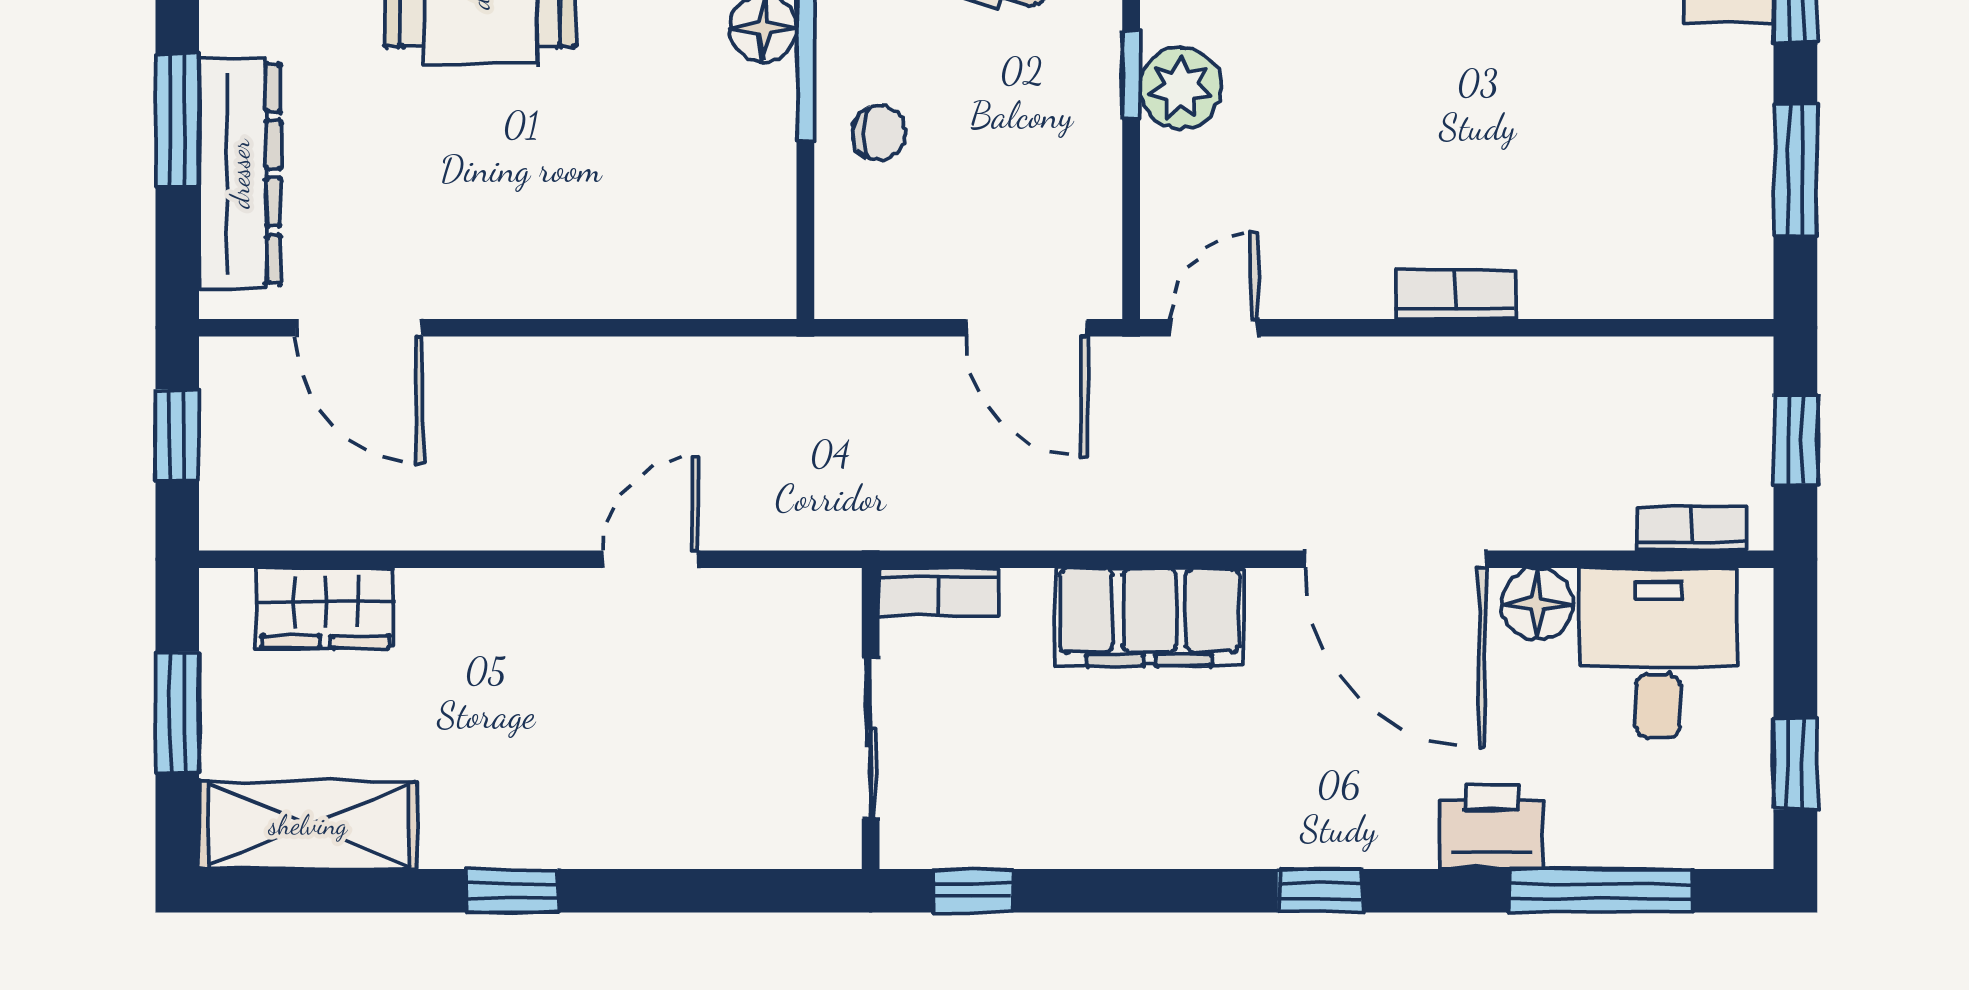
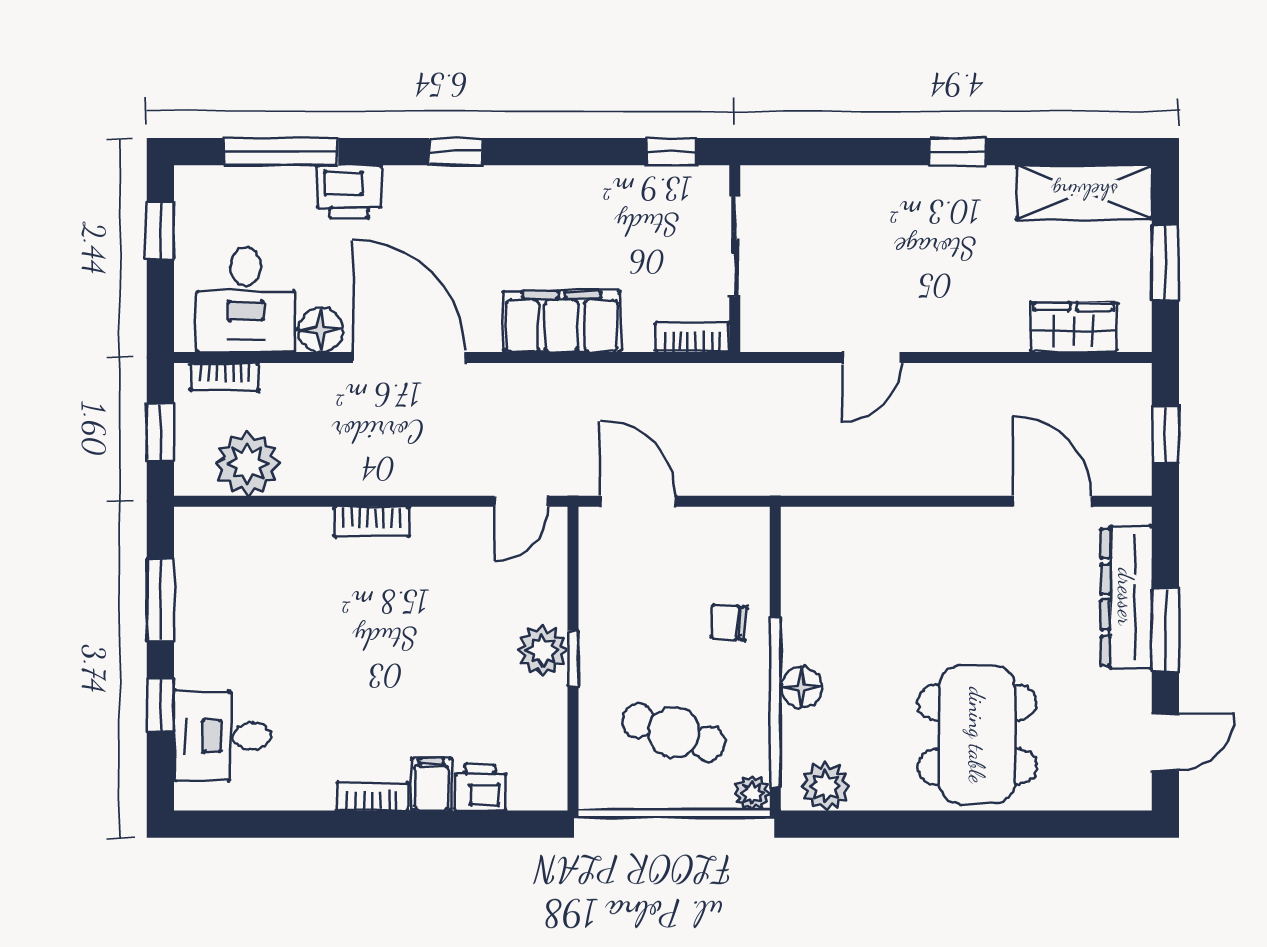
plant: (1655, 388) -> (248, 464), added

